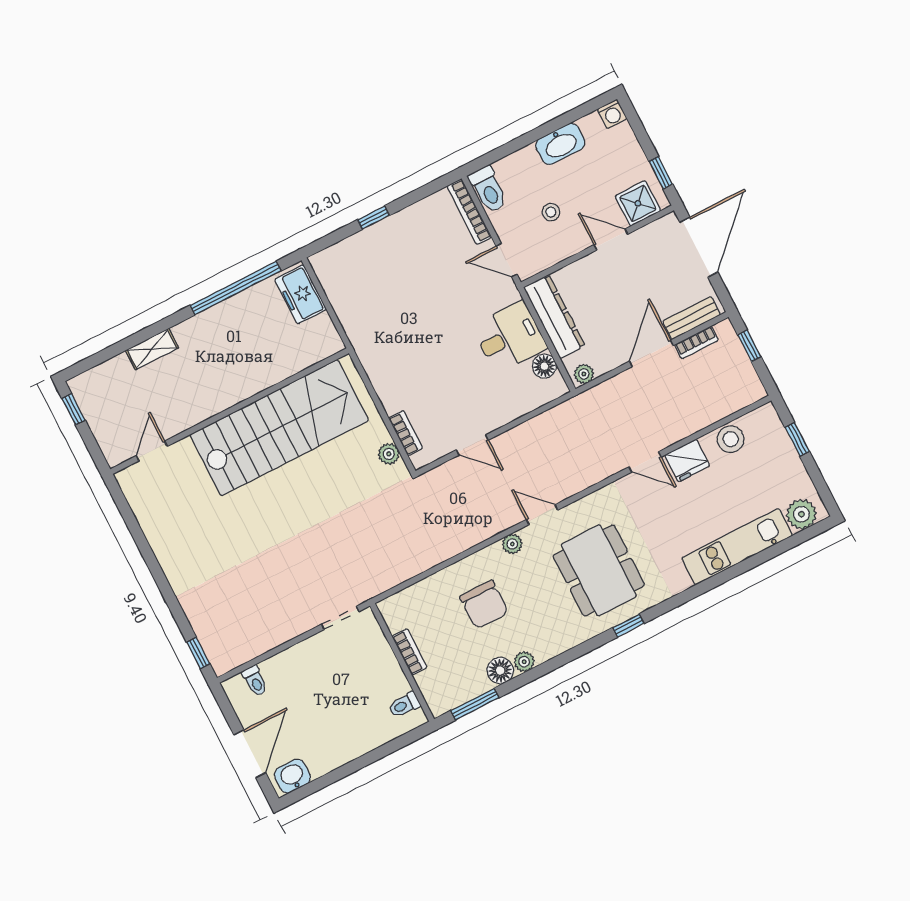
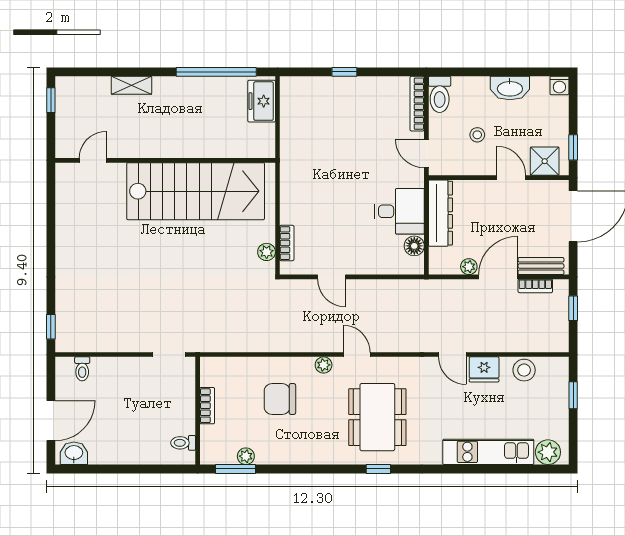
plant: (584, 374) -> (469, 267), moved
chair: (484, 605) -> (280, 399), turned 90
plant: (524, 662) -> (246, 456), moved
floor lamp: (500, 671) -> (267, 454), removed

